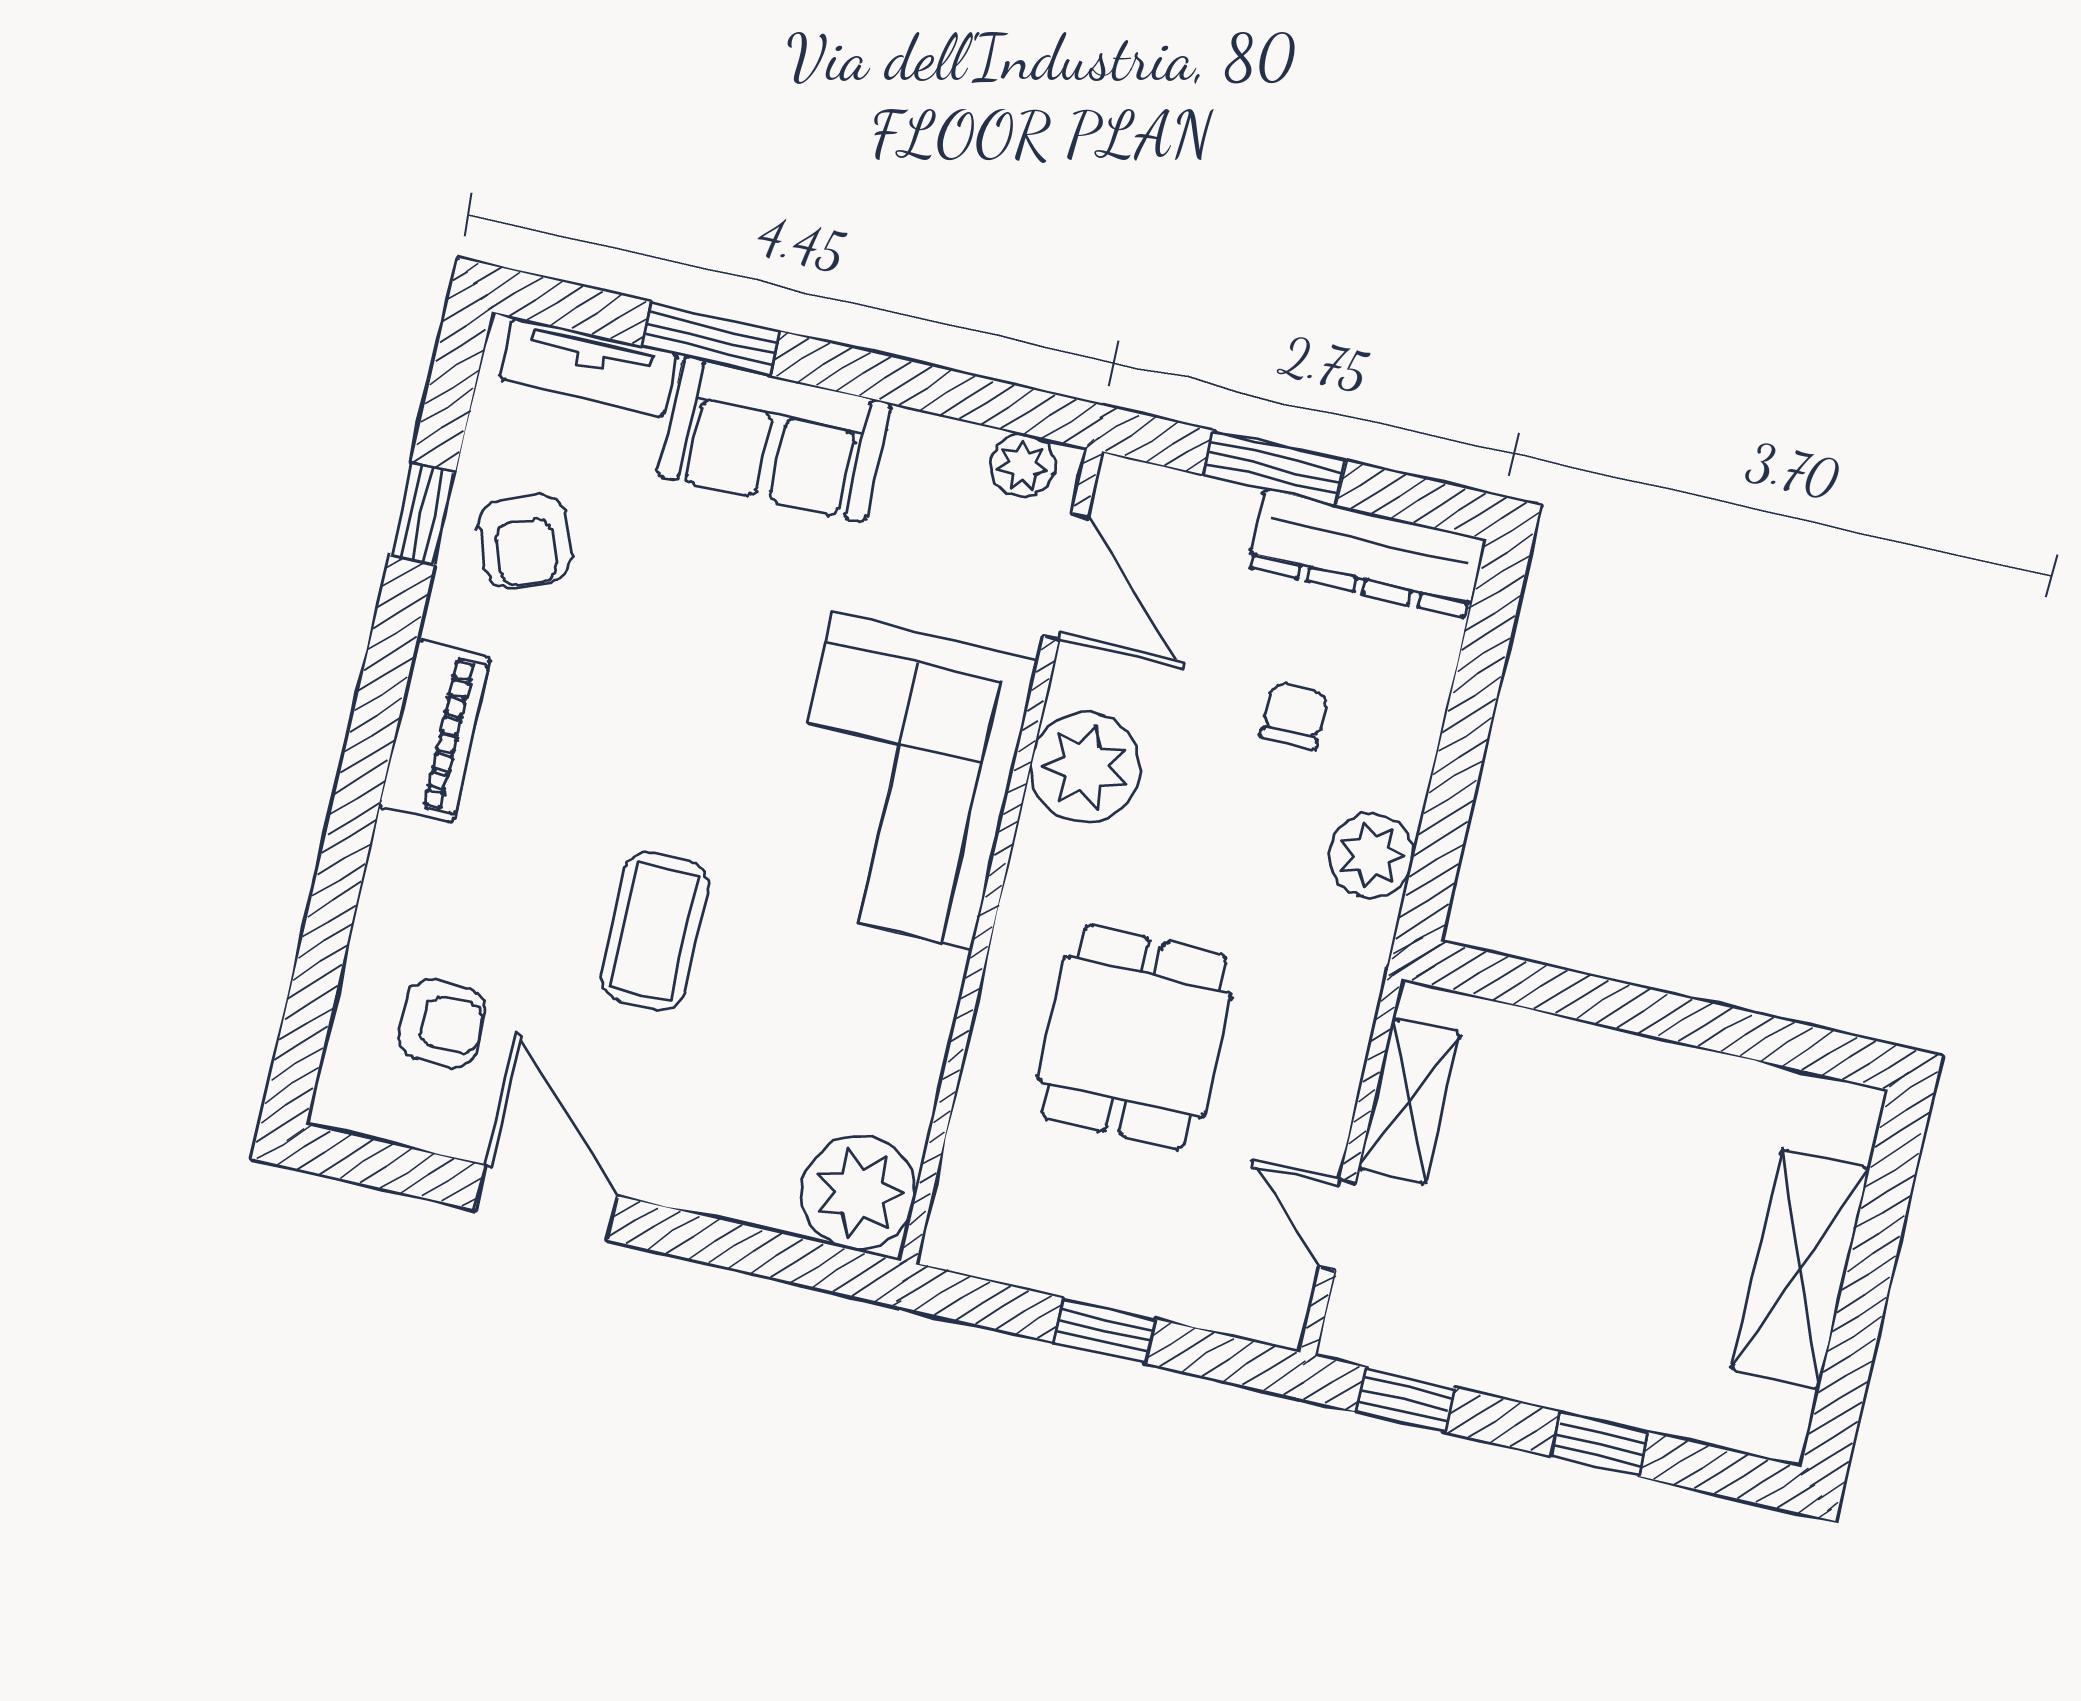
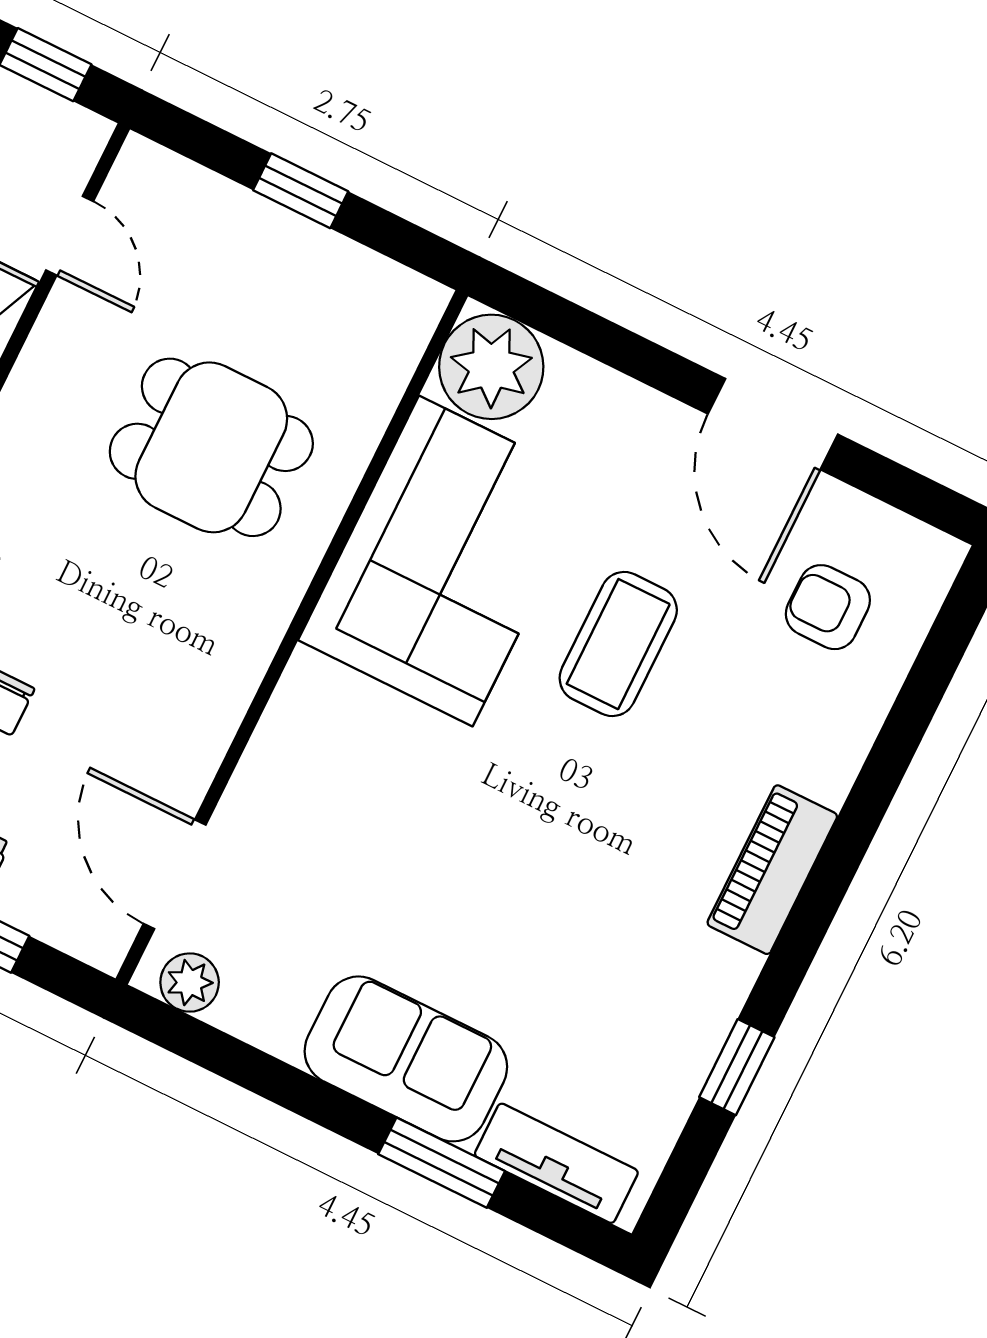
armchair: (525, 541) -> (651, 1021), removed
plant: (1085, 767) -> (198, 699), removed
corner sofa: (902, 781) -> (446, 561), moved
dining table: (1134, 1037) -> (211, 447), turned 90

